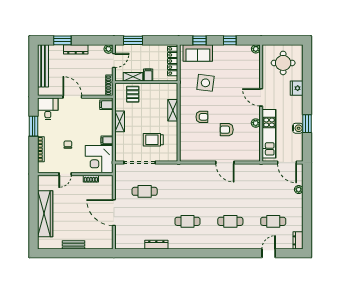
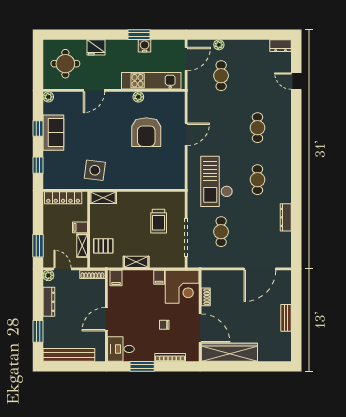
dresser: (76, 49) -> (49, 302), moved
sofa: (198, 53) -> (53, 133), moved
side table: (205, 83) -> (95, 170), moved
door: (261, 97) -> (94, 90), moved
shelving: (173, 110) -> (103, 198), moved
armchair: (202, 117) -> (131, 162), removed
armchair: (227, 130) -> (146, 132), width x1.88, depth x1.88
door: (65, 174) -> (200, 328), width x1.88
checkout: (186, 188) -> (217, 181), added
door: (114, 213) -> (260, 269), moved
wardrobe: (45, 214) -> (229, 352), moved
cafe table: (273, 221) -> (221, 76), moved

